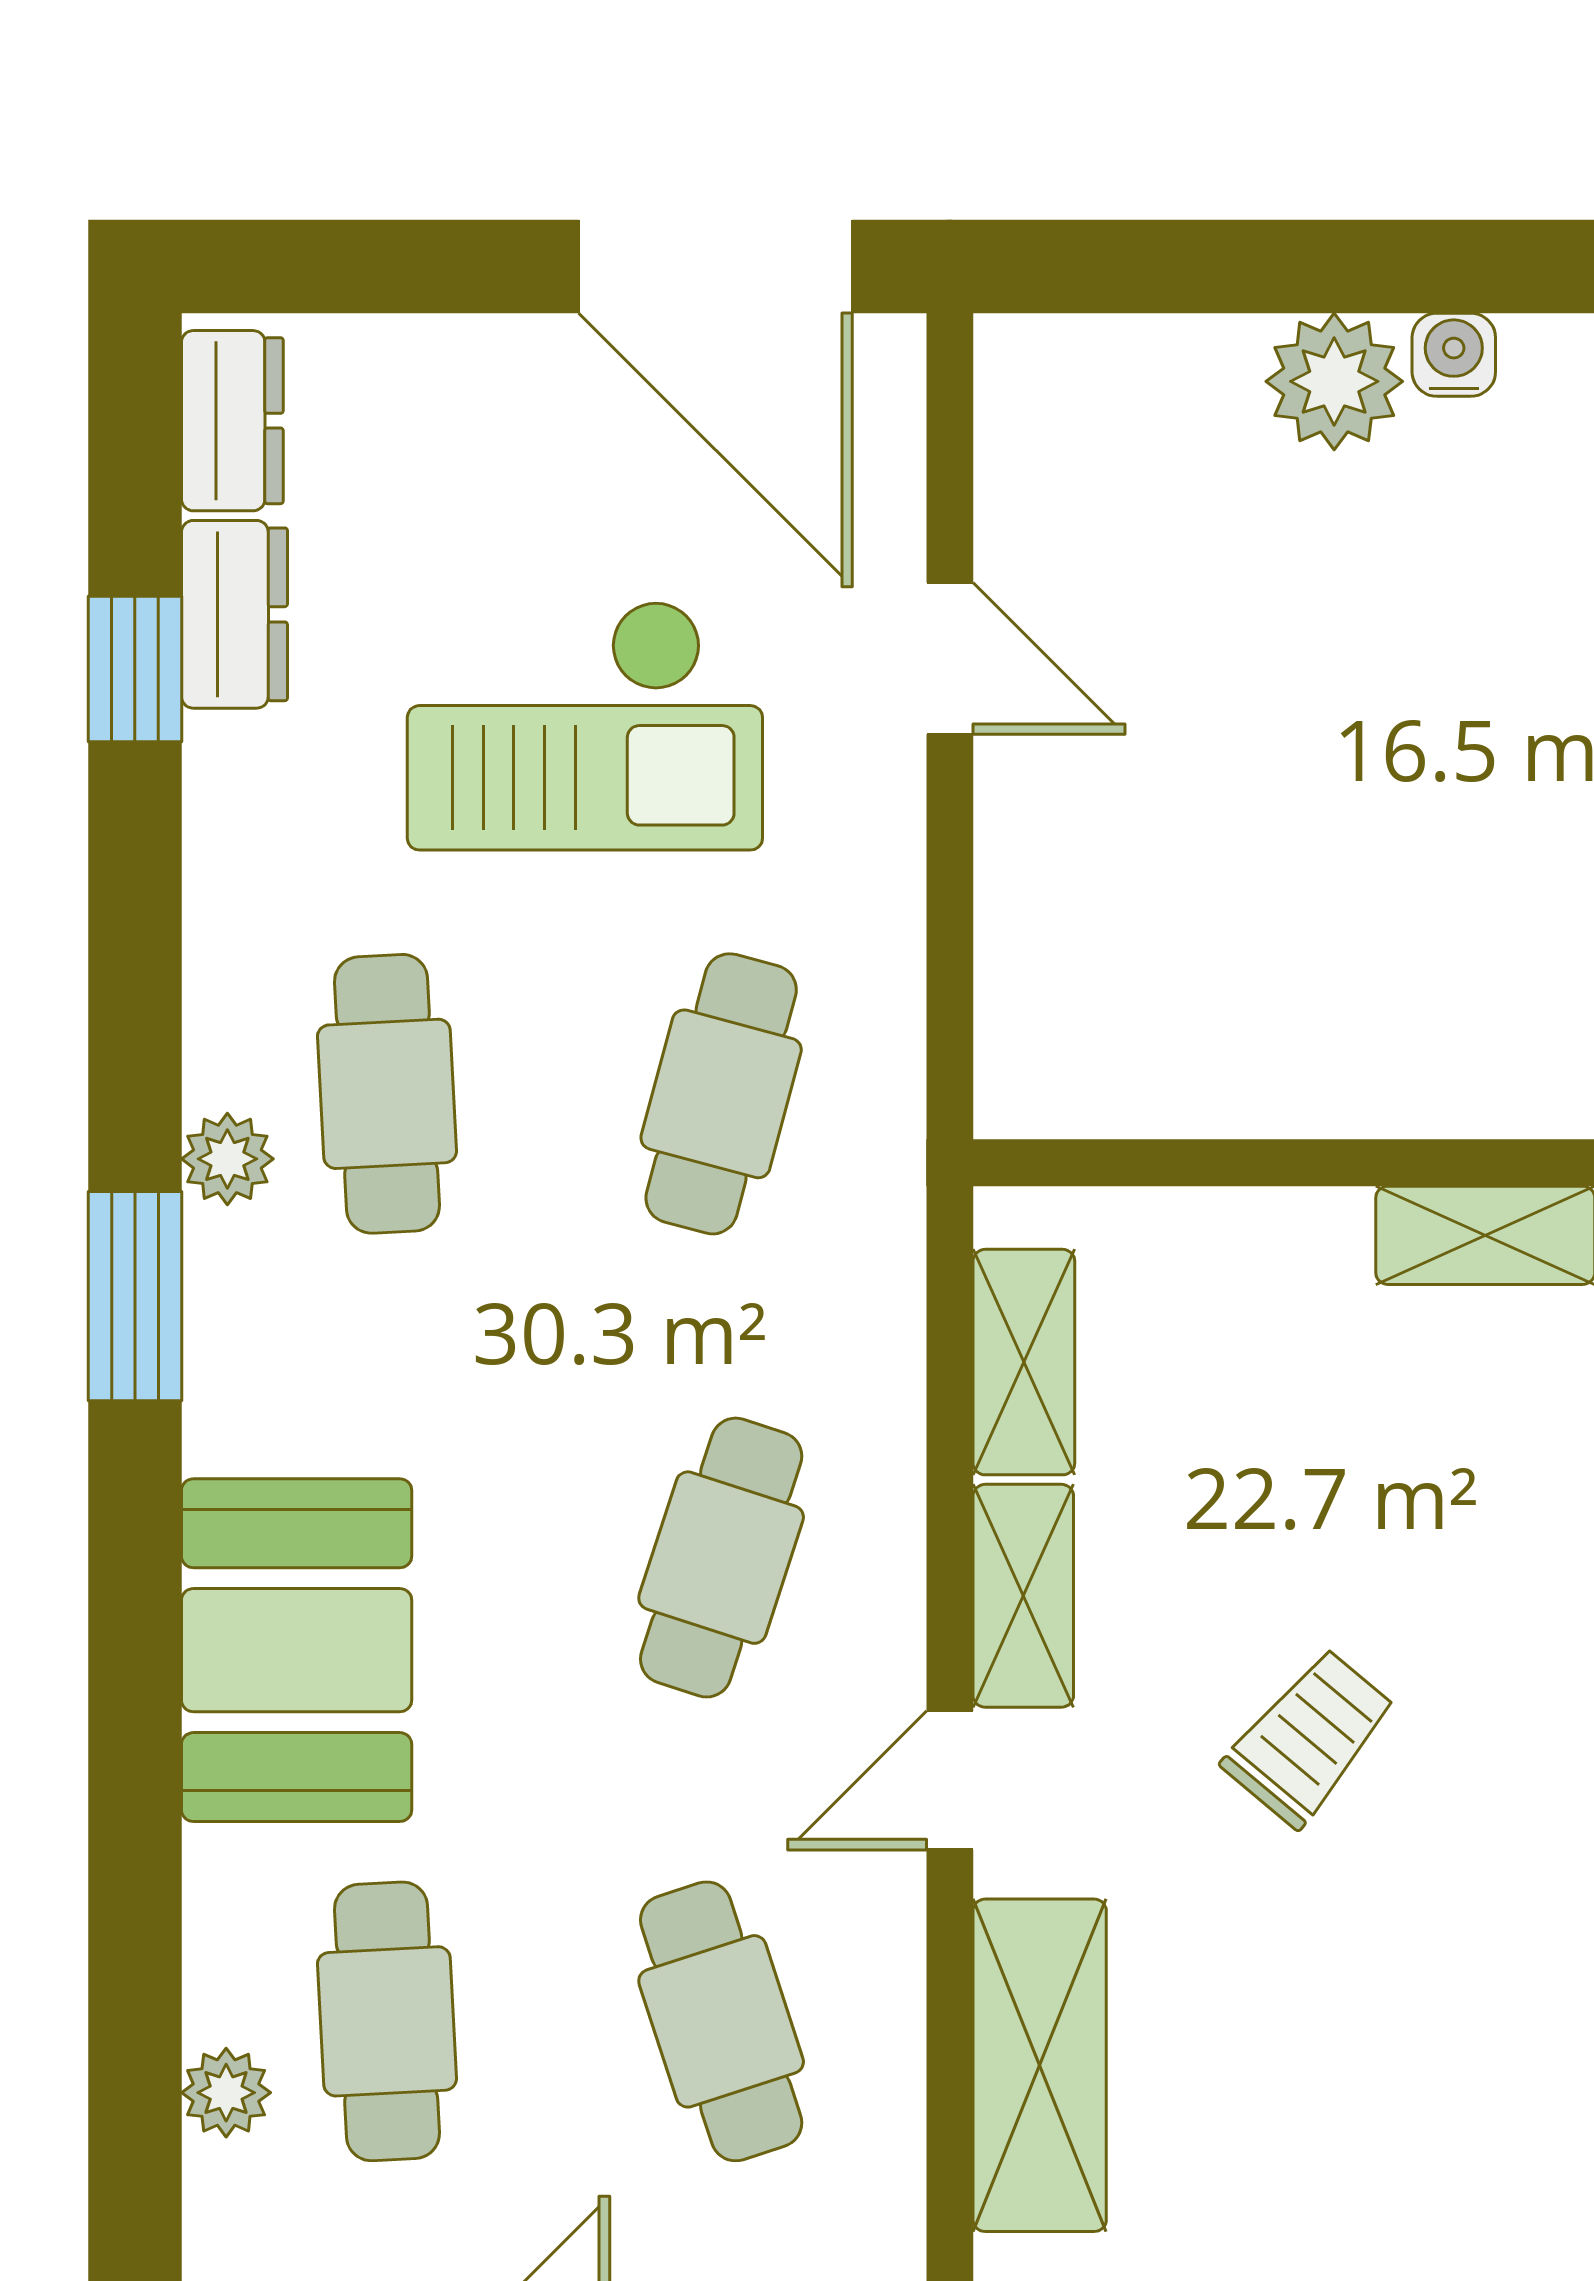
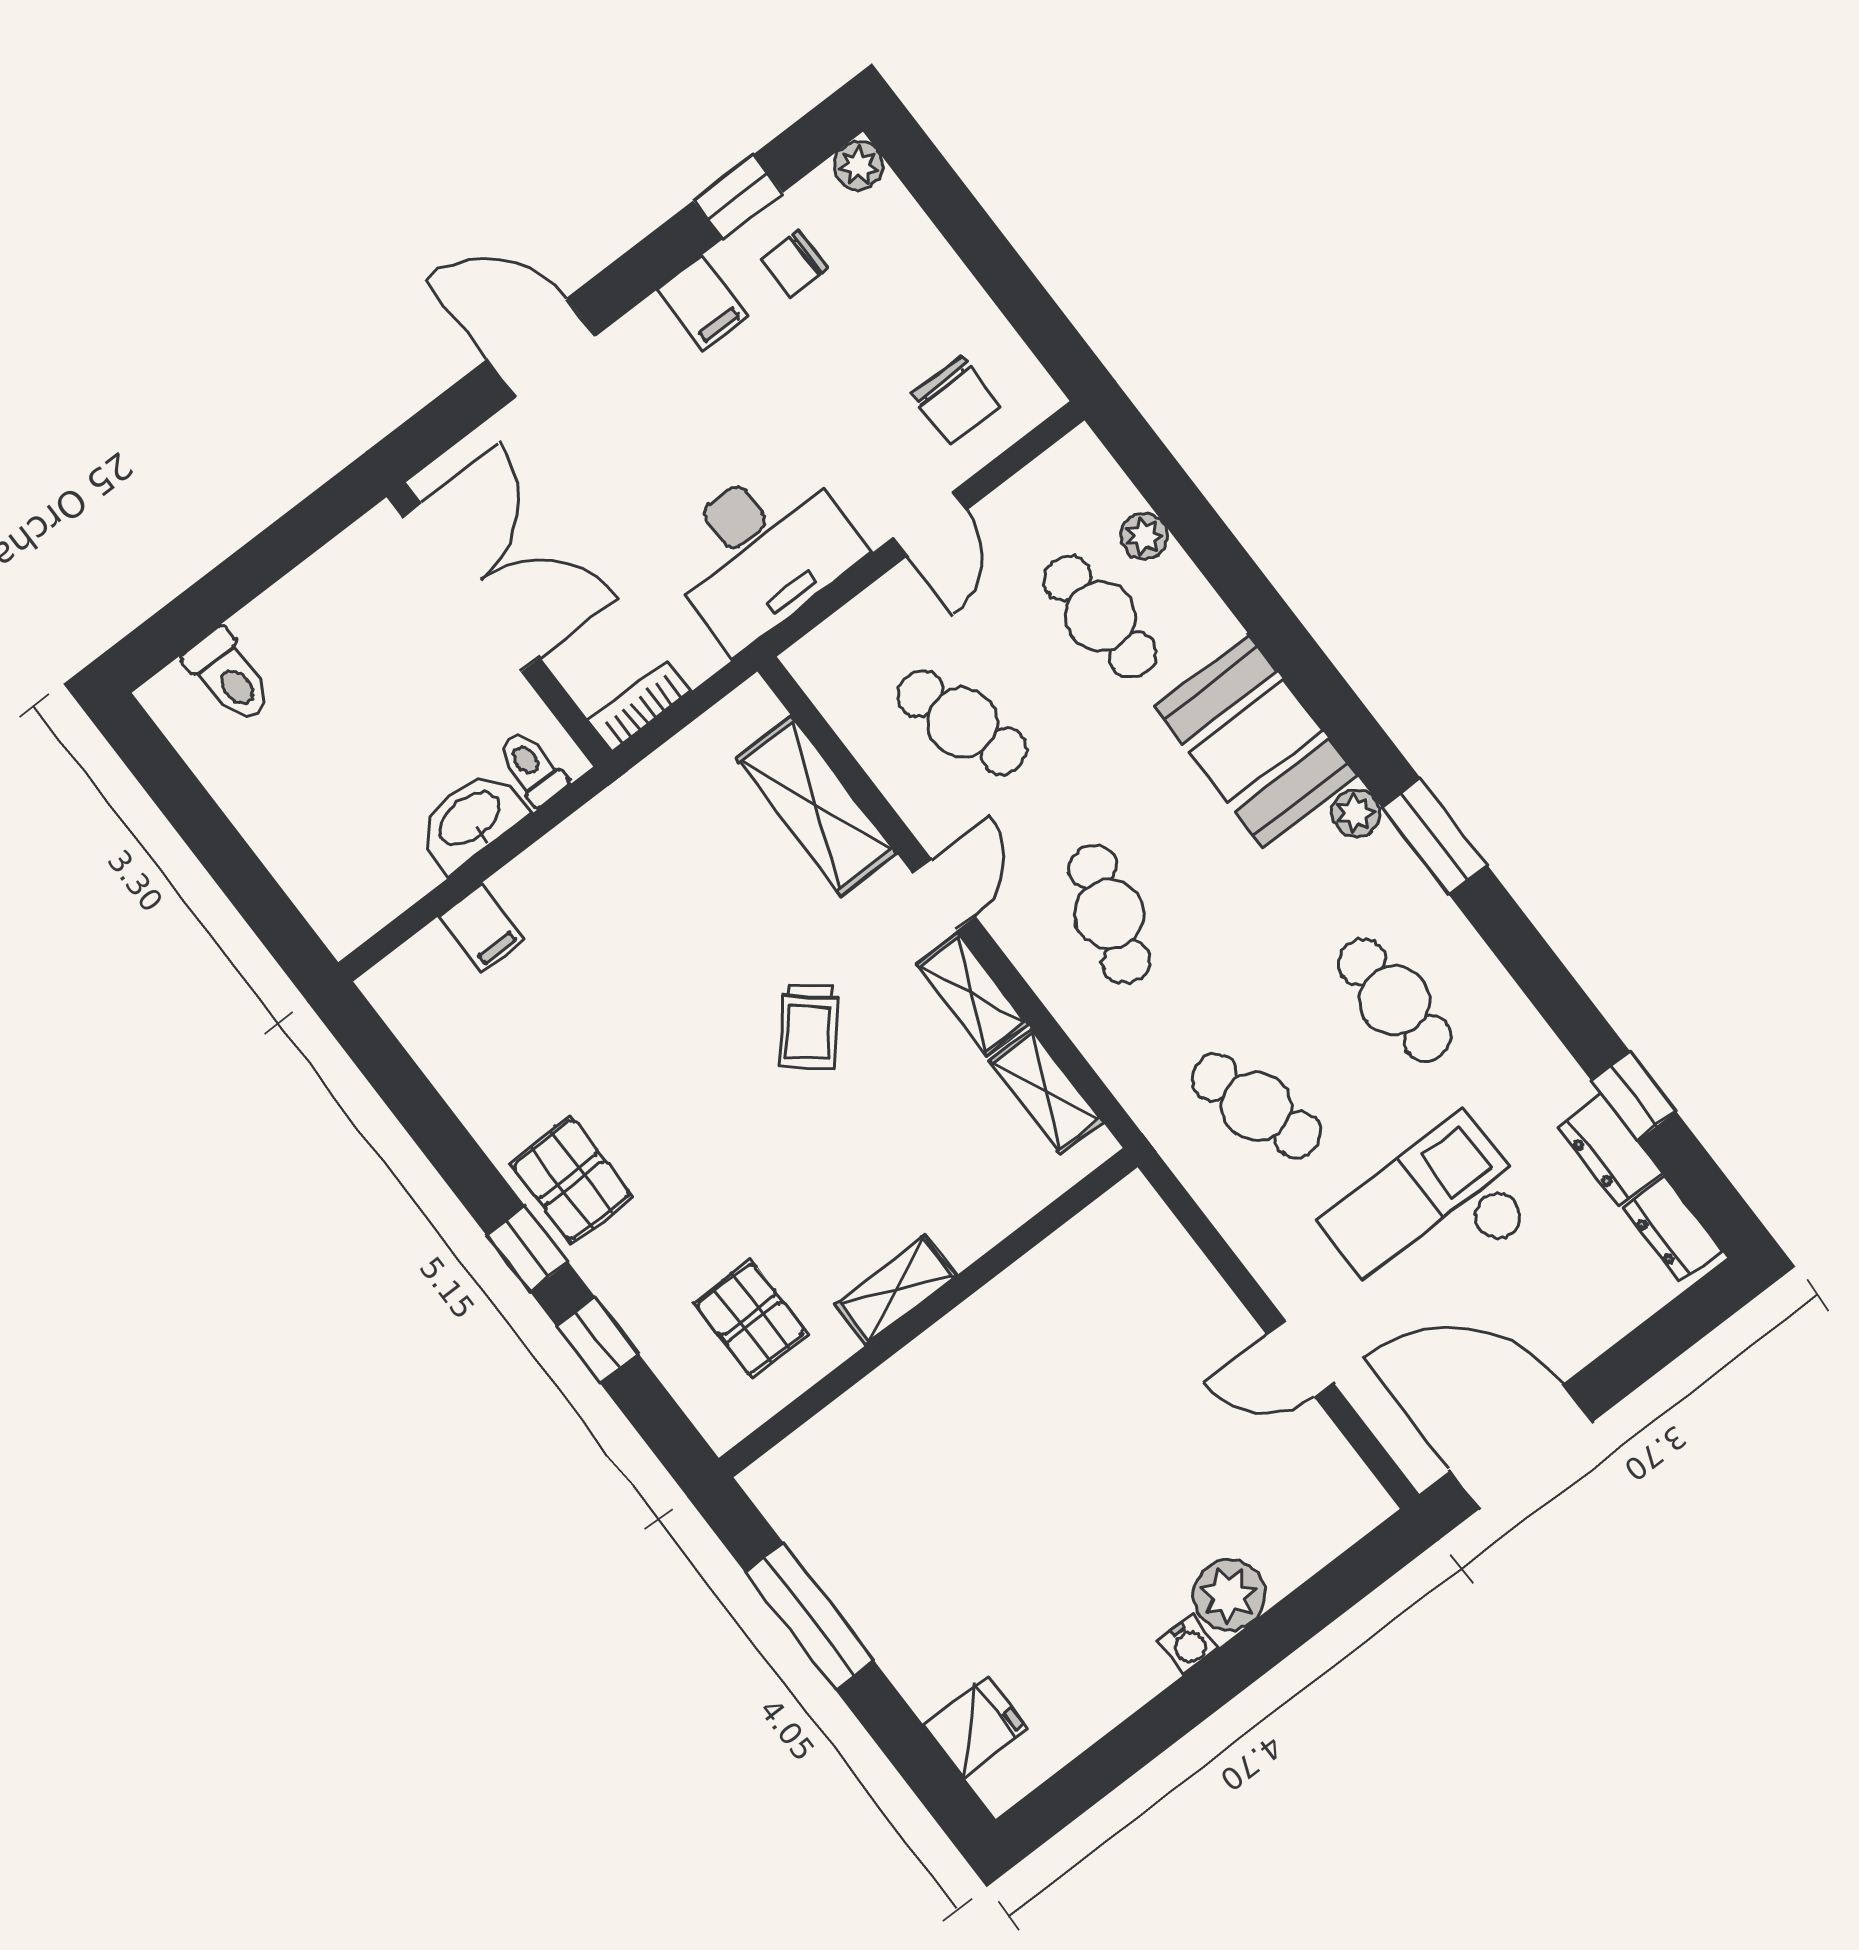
cafe table: (721, 1094) -> (1256, 1106), turned -33
plant: (227, 1159) -> (1356, 813), moved

